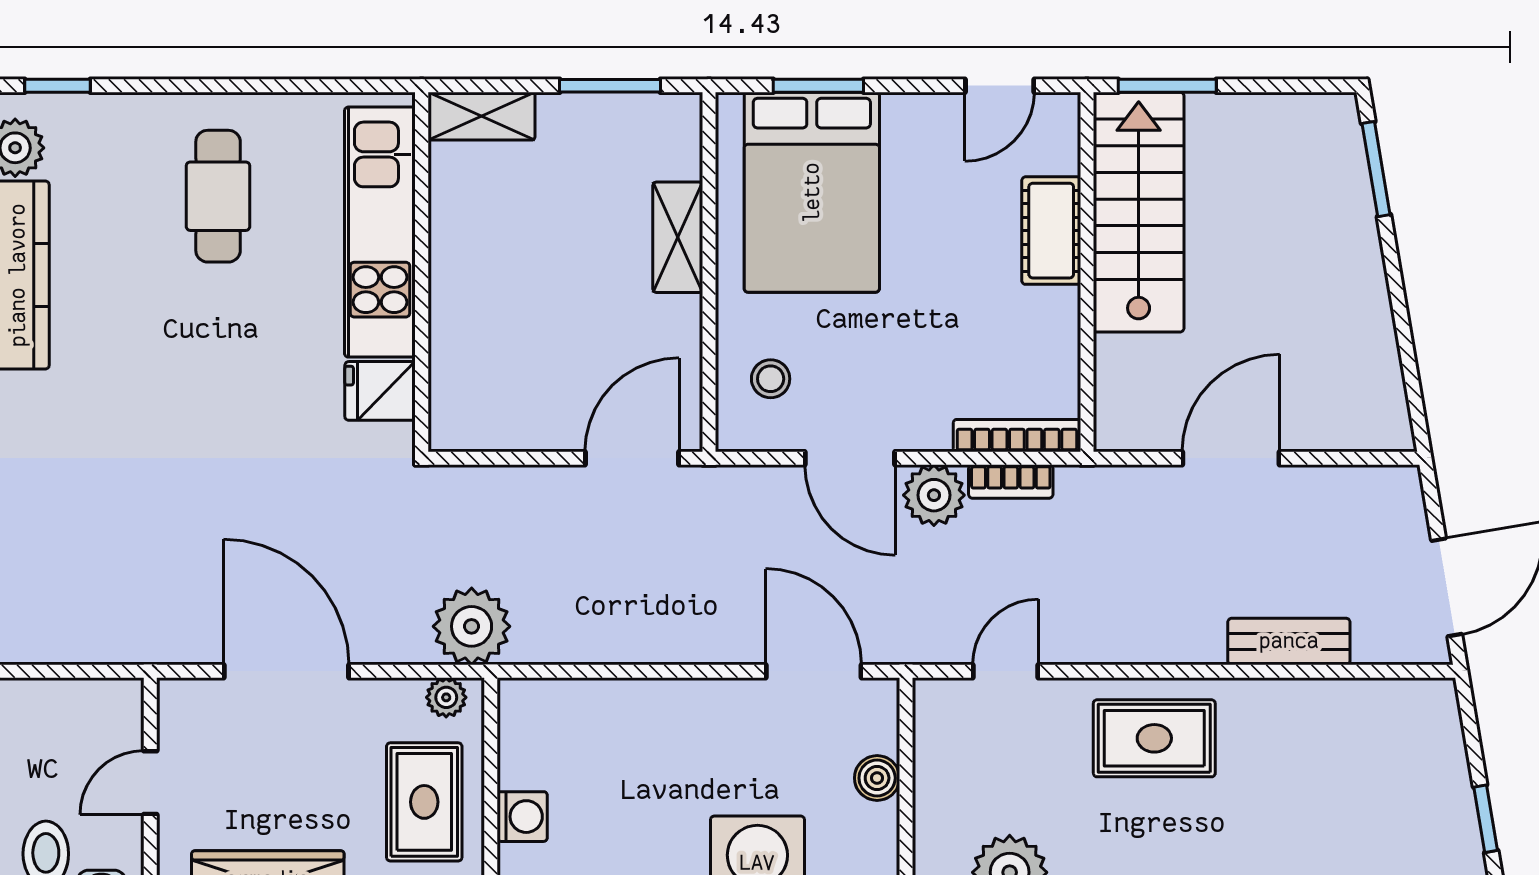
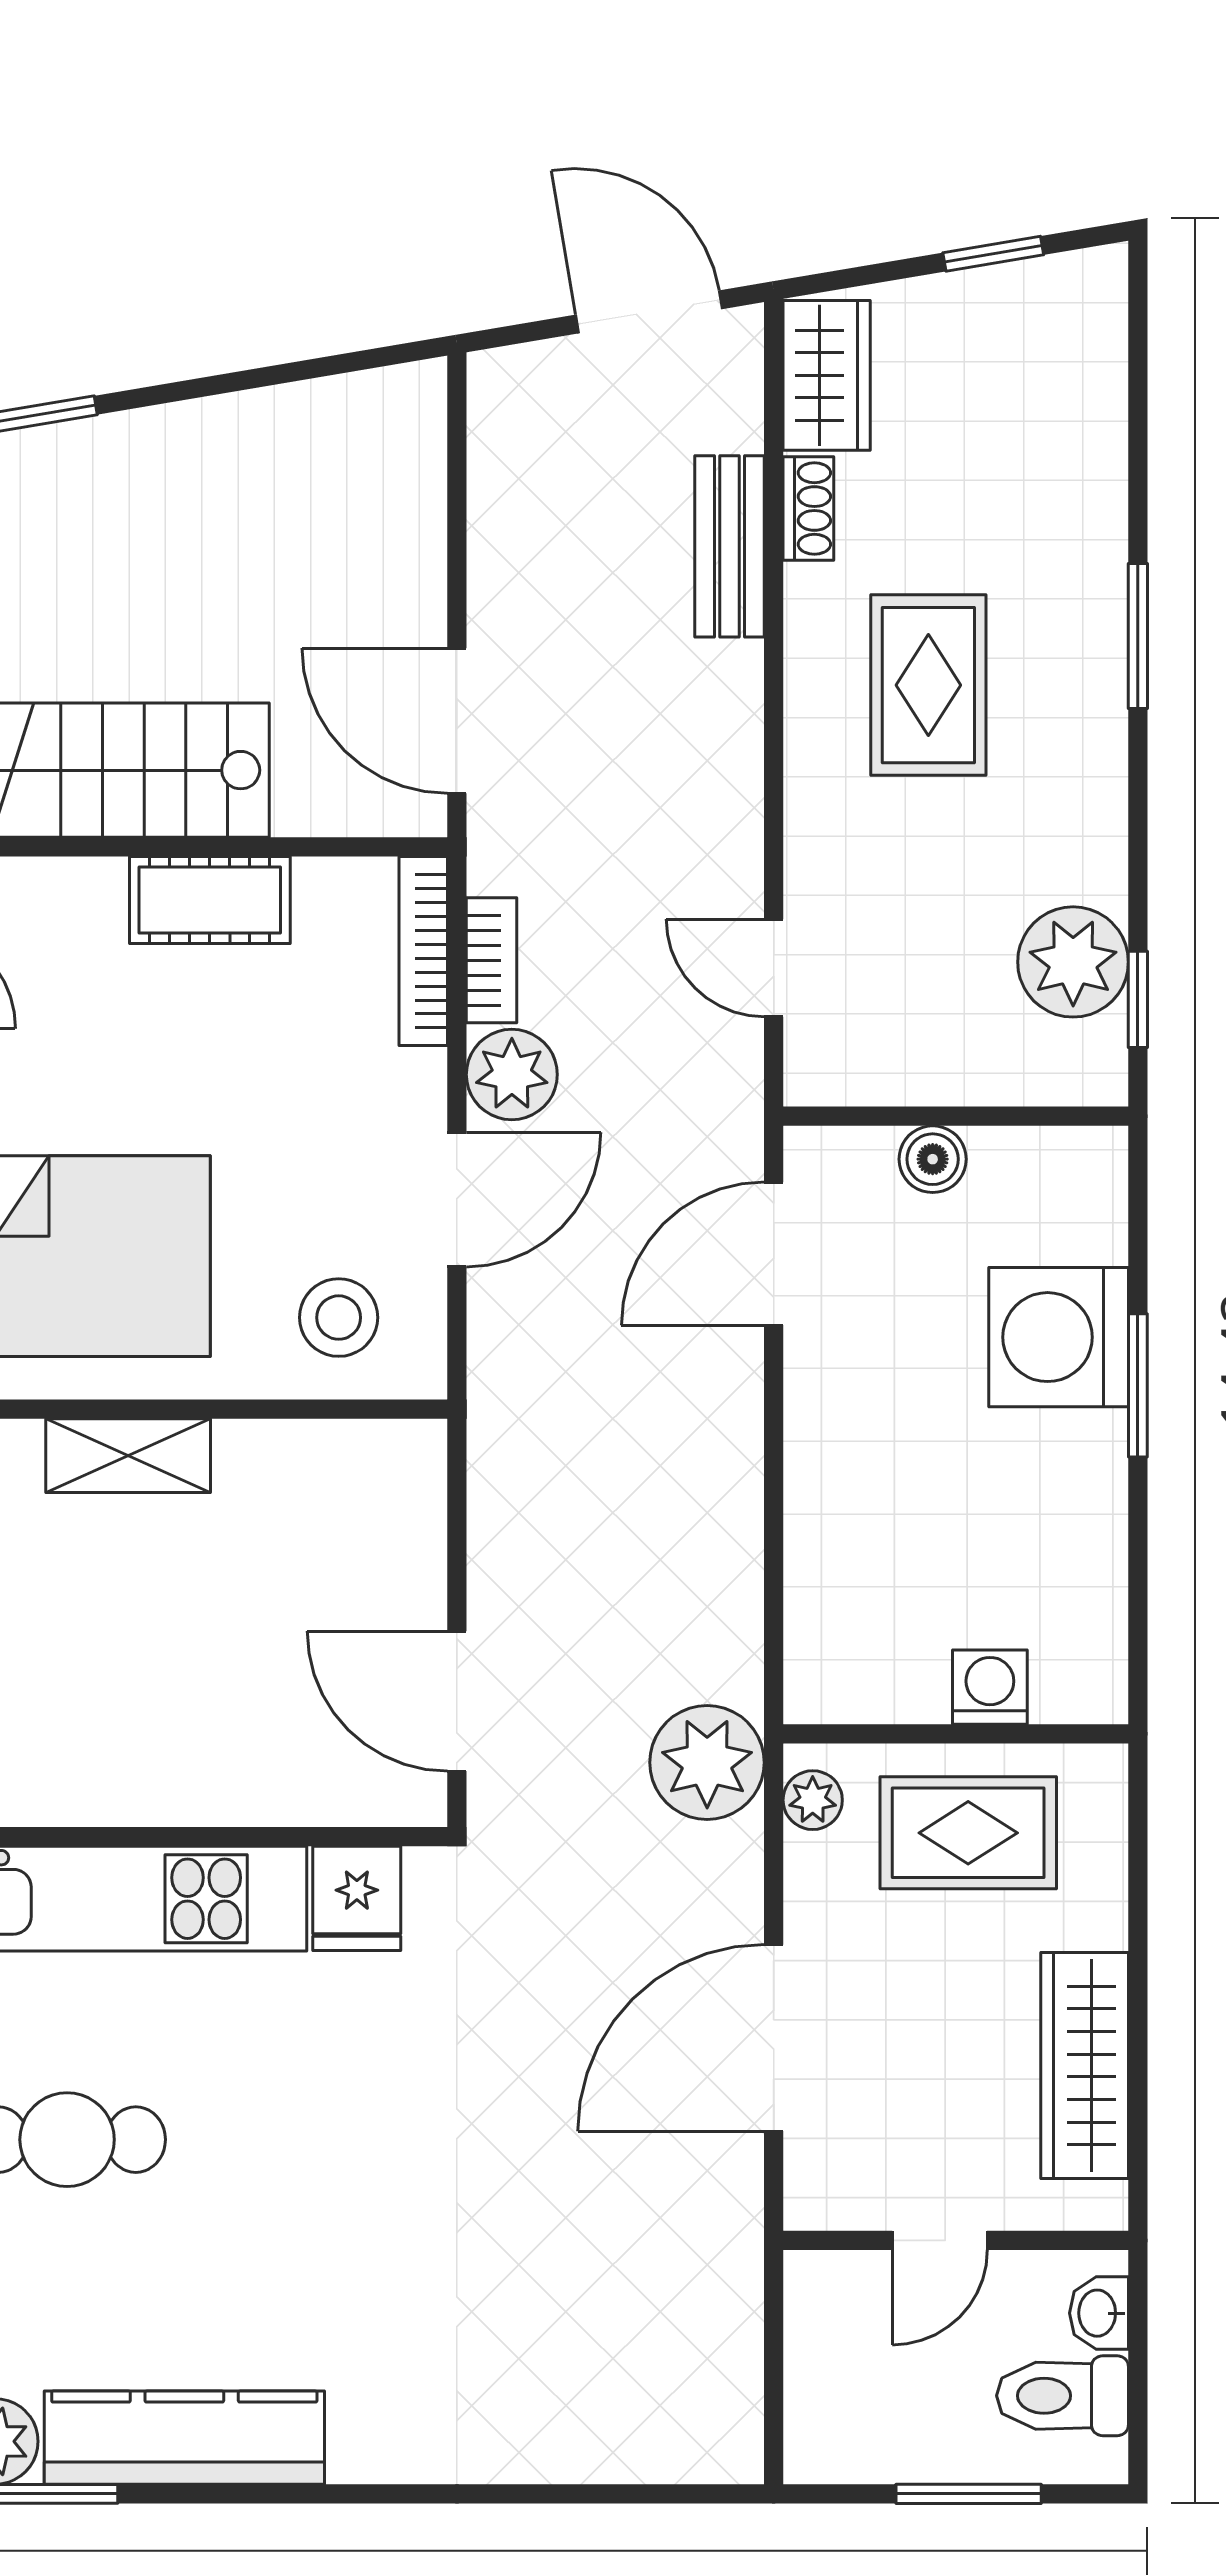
cot: (1051, 231) -> (210, 900), moved
stool: (771, 379) -> (339, 1318), width x1.37, depth x1.37
door: (632, 458) -> (457, 1701), moved
door: (1231, 458) -> (457, 721), moved
shoe rack: (1314, 694) -> (808, 508), added
wardrobe: (1404, 707) -> (827, 375), added
rug: (1154, 738) -> (928, 685), moved
door: (150, 783) -> (940, 2240), hinge flipped

